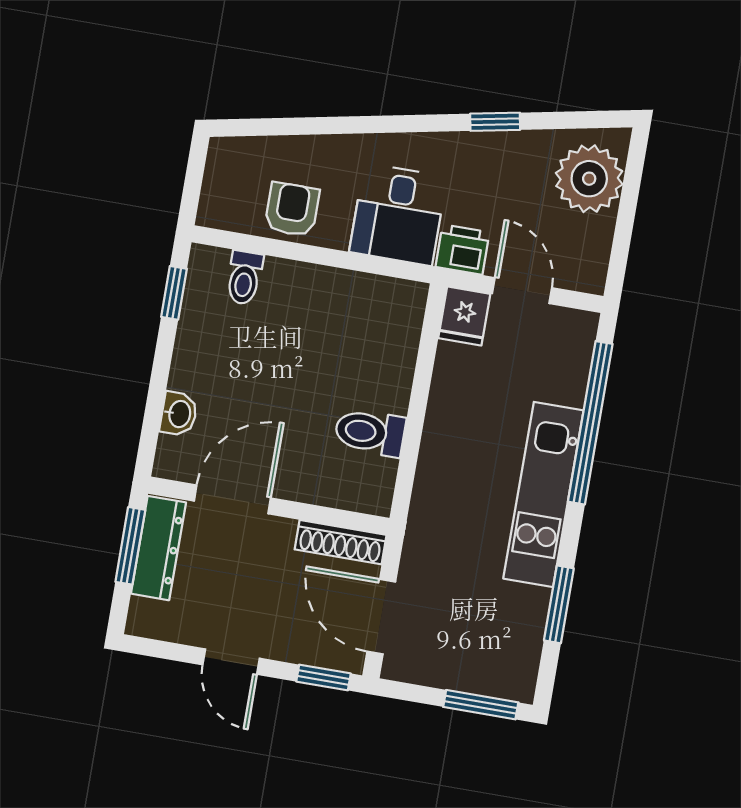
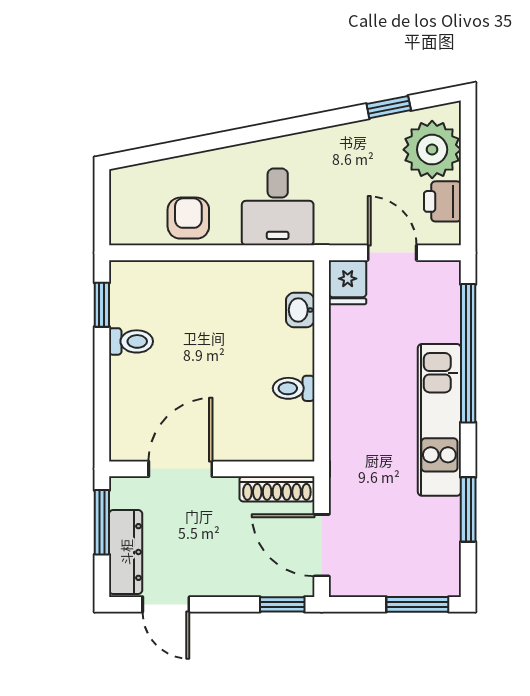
window: (495, 122) -> (389, 107), moved
printer: (462, 250) -> (442, 201), moved, turned -90
toilet: (244, 278) -> (131, 341), moved, turned -90
washbasin: (179, 414) -> (300, 310), moved, turned 180
toilet: (370, 432) -> (294, 388), width x0.73, depth x0.72
dresser: (158, 548) -> (126, 552), moved
door: (231, 662) -> (166, 604), moved

